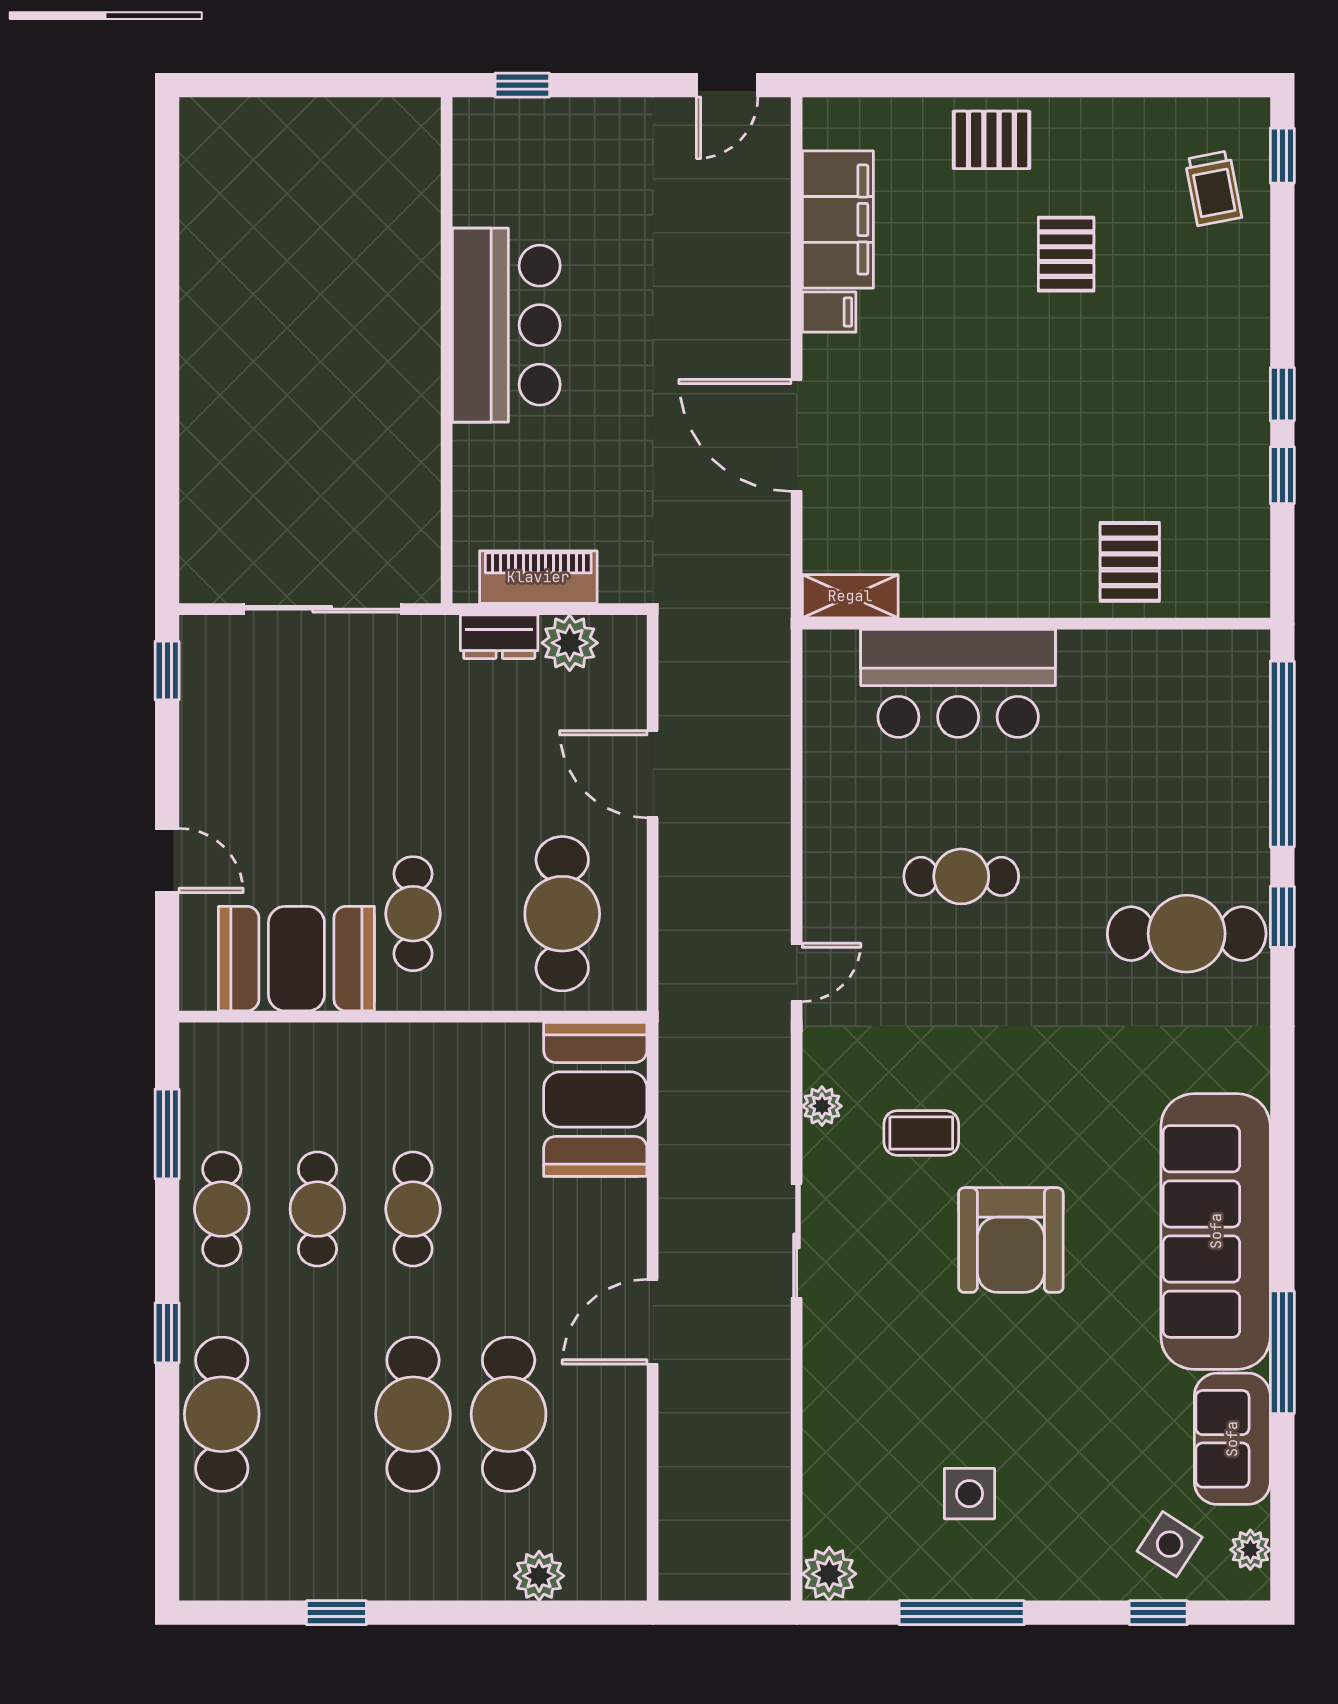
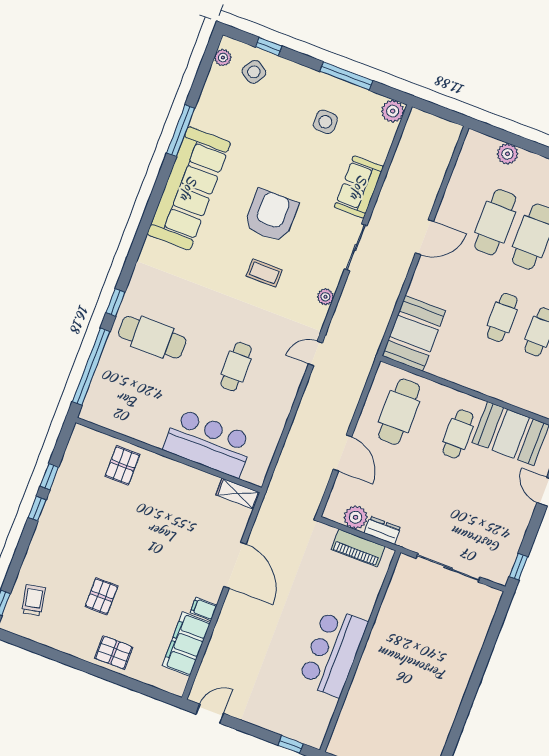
cafe table: (961, 876) -> (236, 366), turned 90
cafe table: (1187, 934) -> (152, 337), moved
coffee table: (921, 1133) -> (264, 273), moved
sofa: (1232, 1439) -> (359, 187), moved, turned 180

